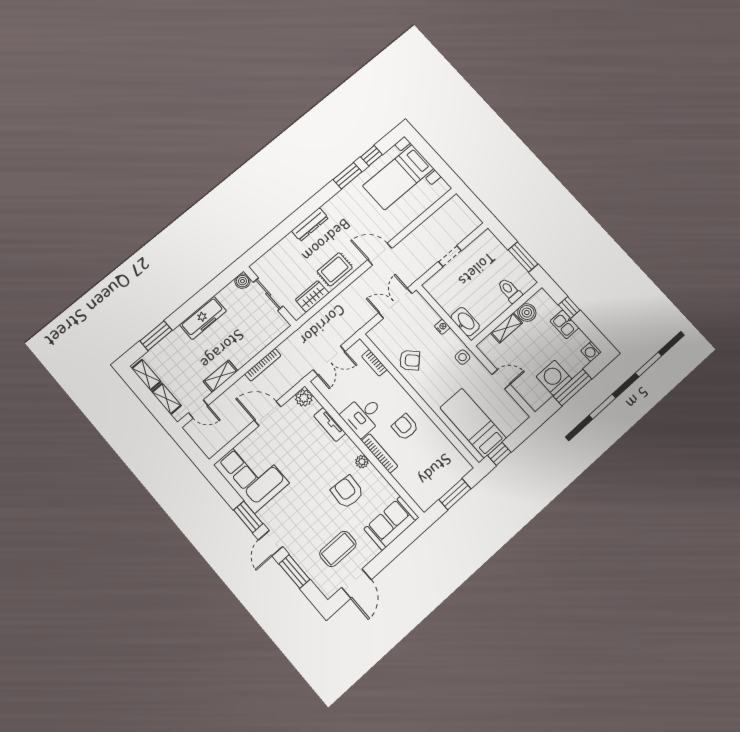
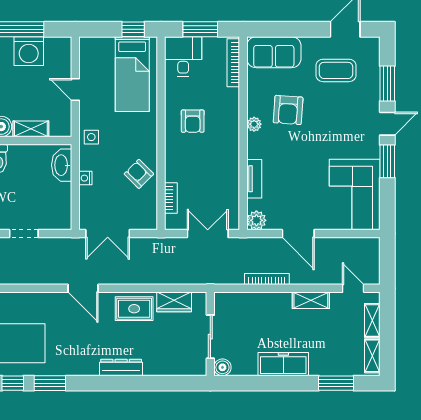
desk: (363, 415) -> (183, 56), moved, turned -90
bookcase: (380, 453) -> (233, 63), moved

